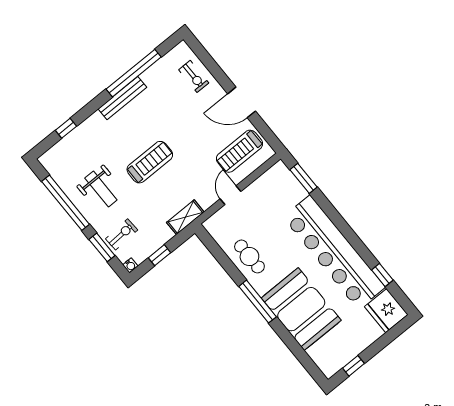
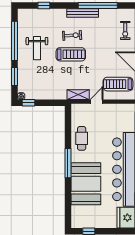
shelving: (185, 217) -> (78, 95), moved
exercise bike: (122, 234) -> (72, 35), moved
window: (159, 255) -> (29, 103), moved

